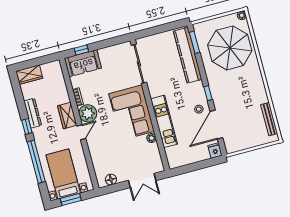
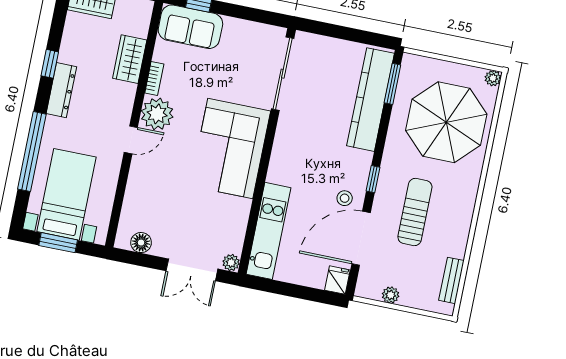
sun lounger: (236, 99) -> (415, 212), added
dresser: (33, 113) -> (61, 90), moved
wardrobe: (67, 115) -> (130, 59), moved
bench: (269, 119) -> (451, 280), width x0.73
kitchen unit: (164, 121) -> (269, 231), moved
window: (27, 126) -> (50, 64), moved
plant: (151, 138) -> (231, 263), moved
plant: (244, 145) -> (391, 295), added

